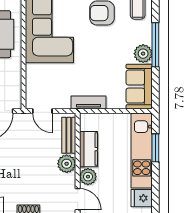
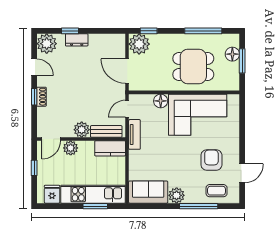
window: (155, 45) -> (199, 206), moved
floor lamp: (33, 72) -> (161, 101), added
tv unit: (89, 102) -> (134, 134), moved
kitchen counter: (88, 149) -> (110, 148), moved

